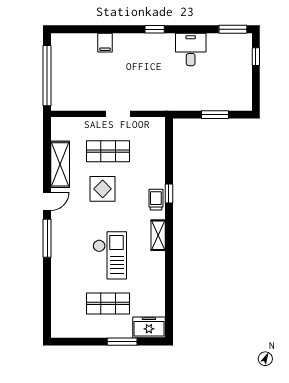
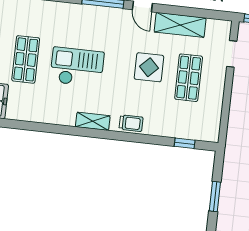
doorway: (118, 114) -> (232, 54), moved
window: (169, 193) -> (185, 143), moved
checkout: (110, 255) -> (77, 67), turned 180

